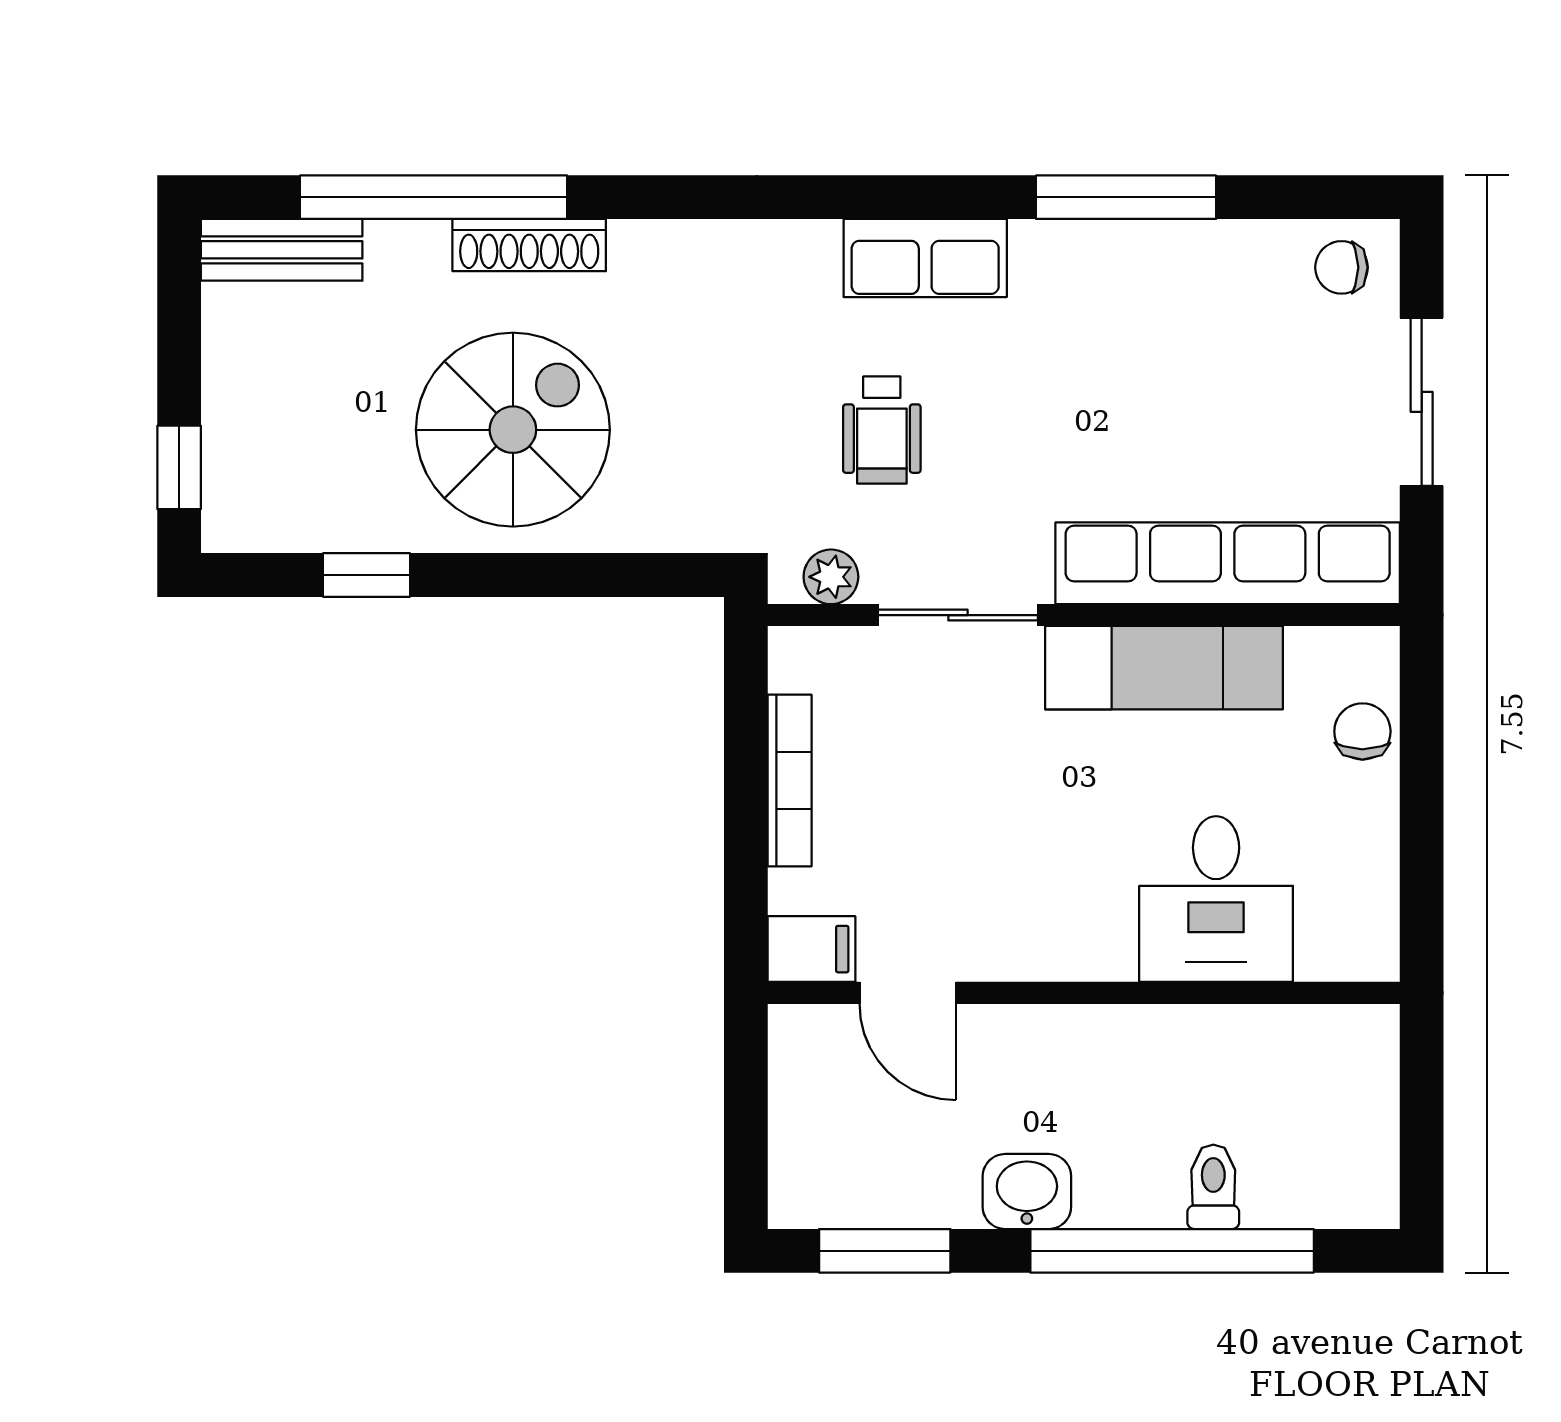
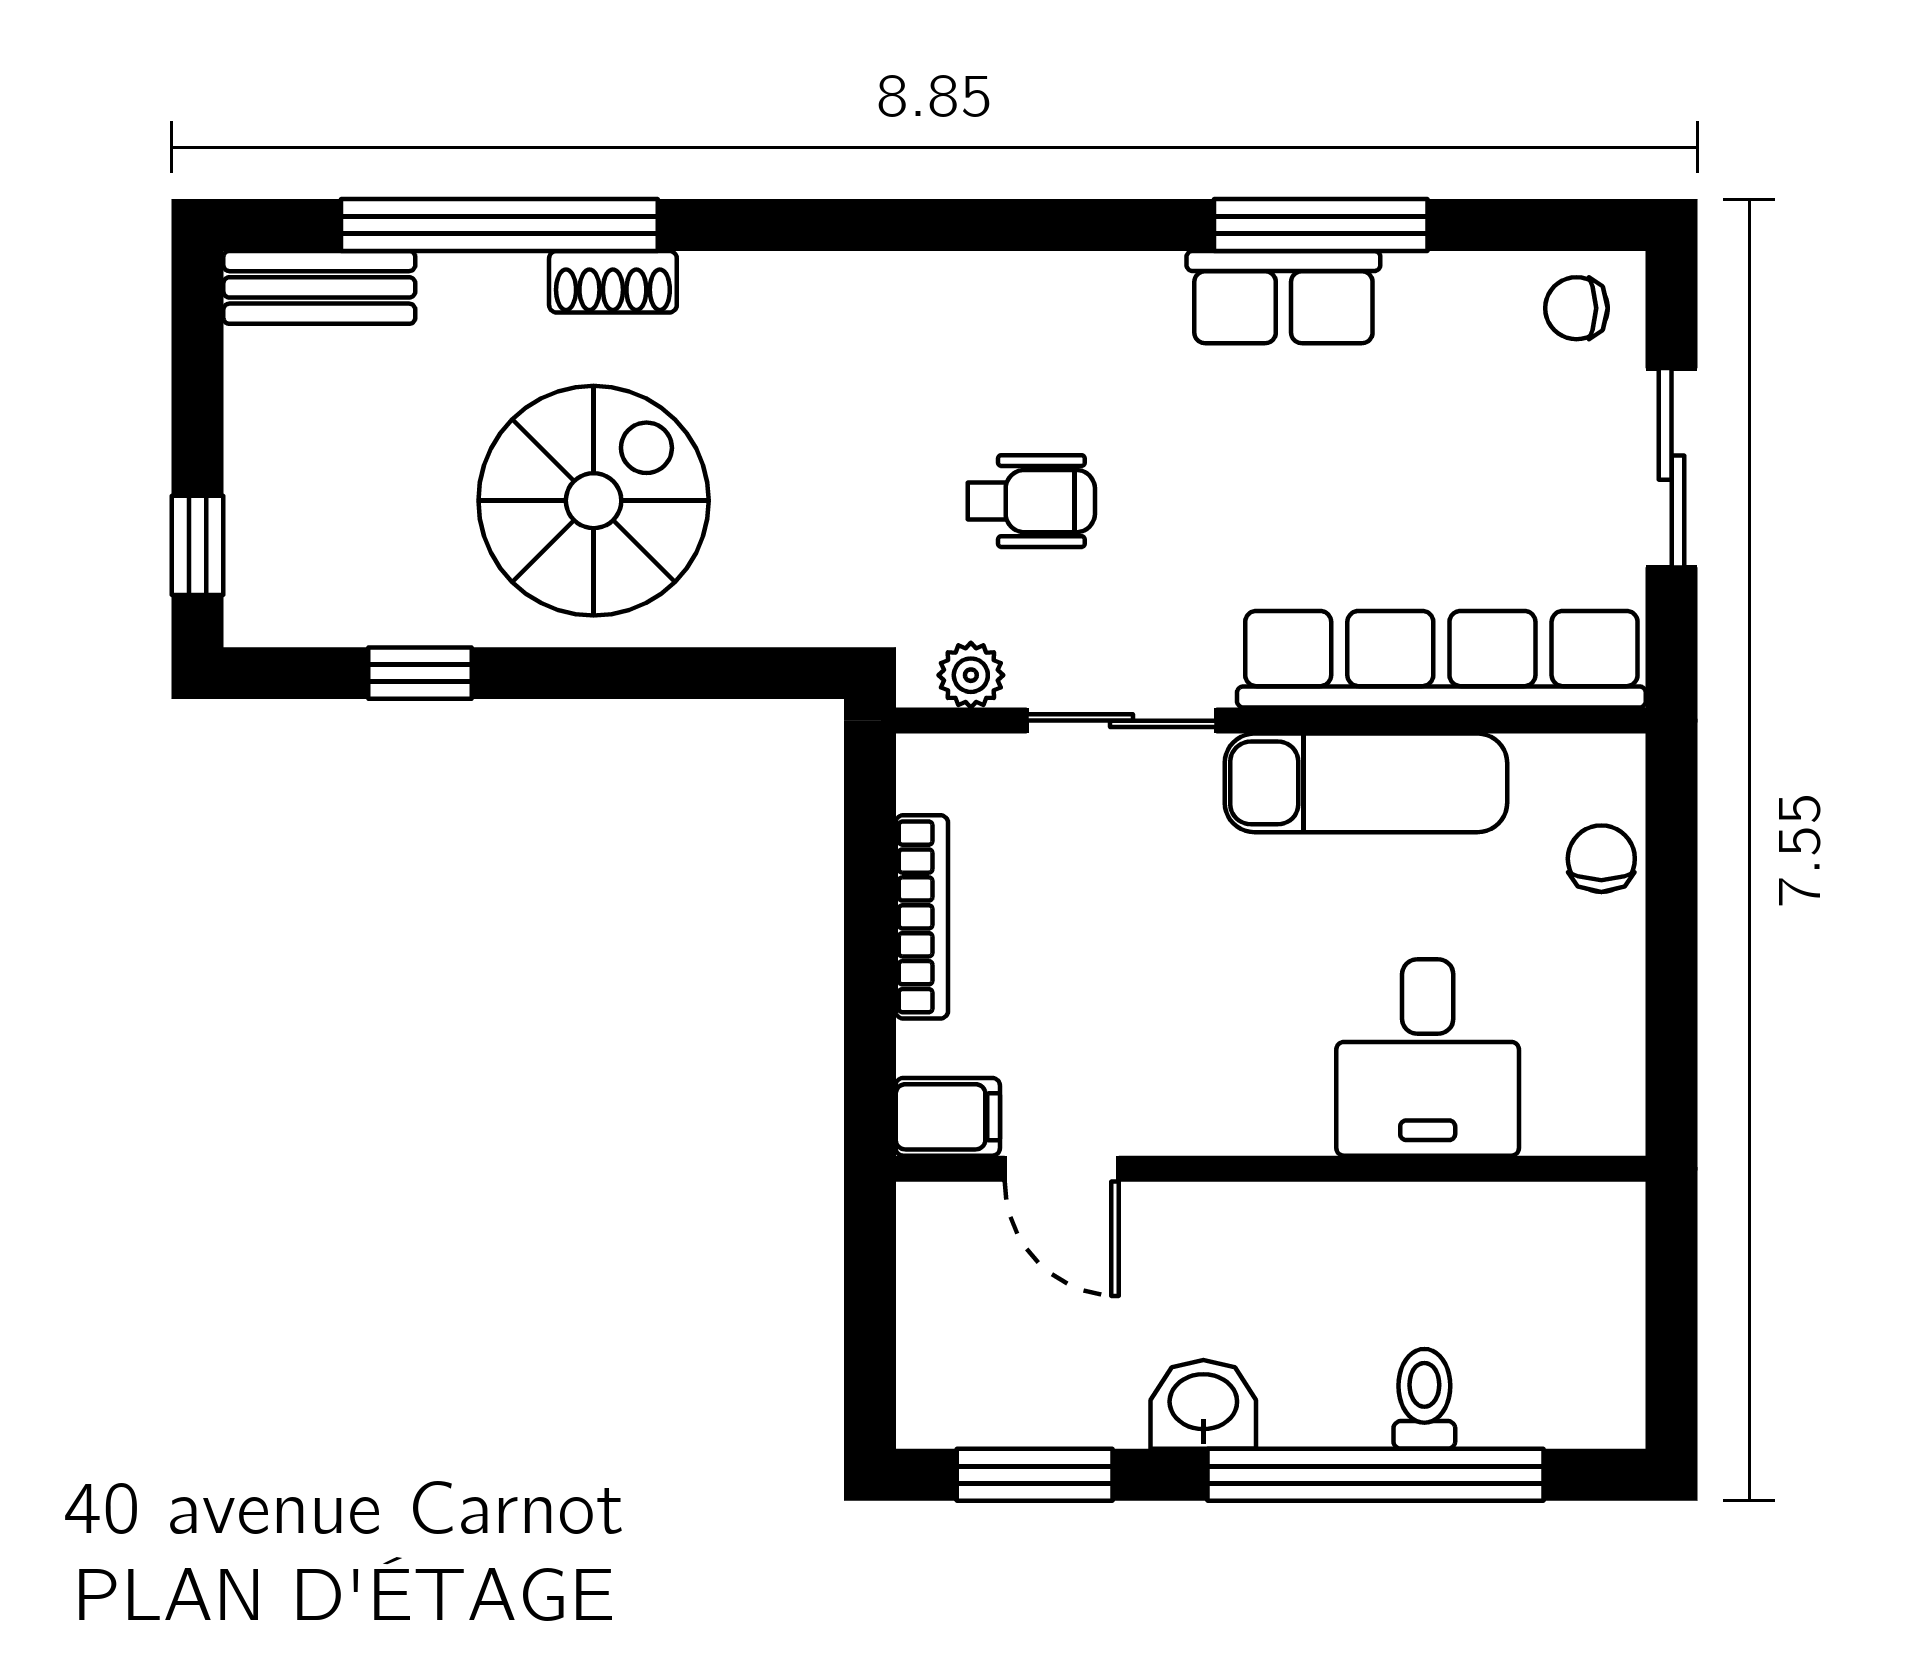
shoe rack: (529, 245) -> (613, 282), width x0.70
row of seats: (925, 258) -> (1283, 297), moved
wheelchair: (882, 430) -> (1031, 501), turned -90

